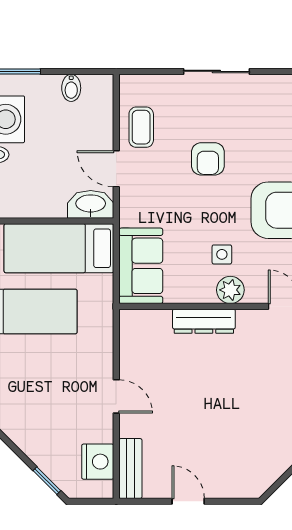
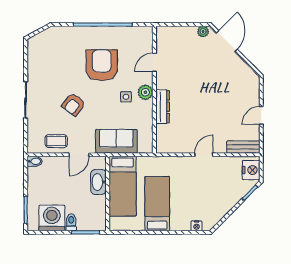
bidet: (71, 88) -> (35, 161), moved
armchair: (208, 159) -> (74, 105), turned 127
washbasin: (91, 204) -> (98, 182), moved
sofa: (141, 266) -> (116, 141), moved
nightstand: (98, 462) -> (251, 170), moved, turned 90

